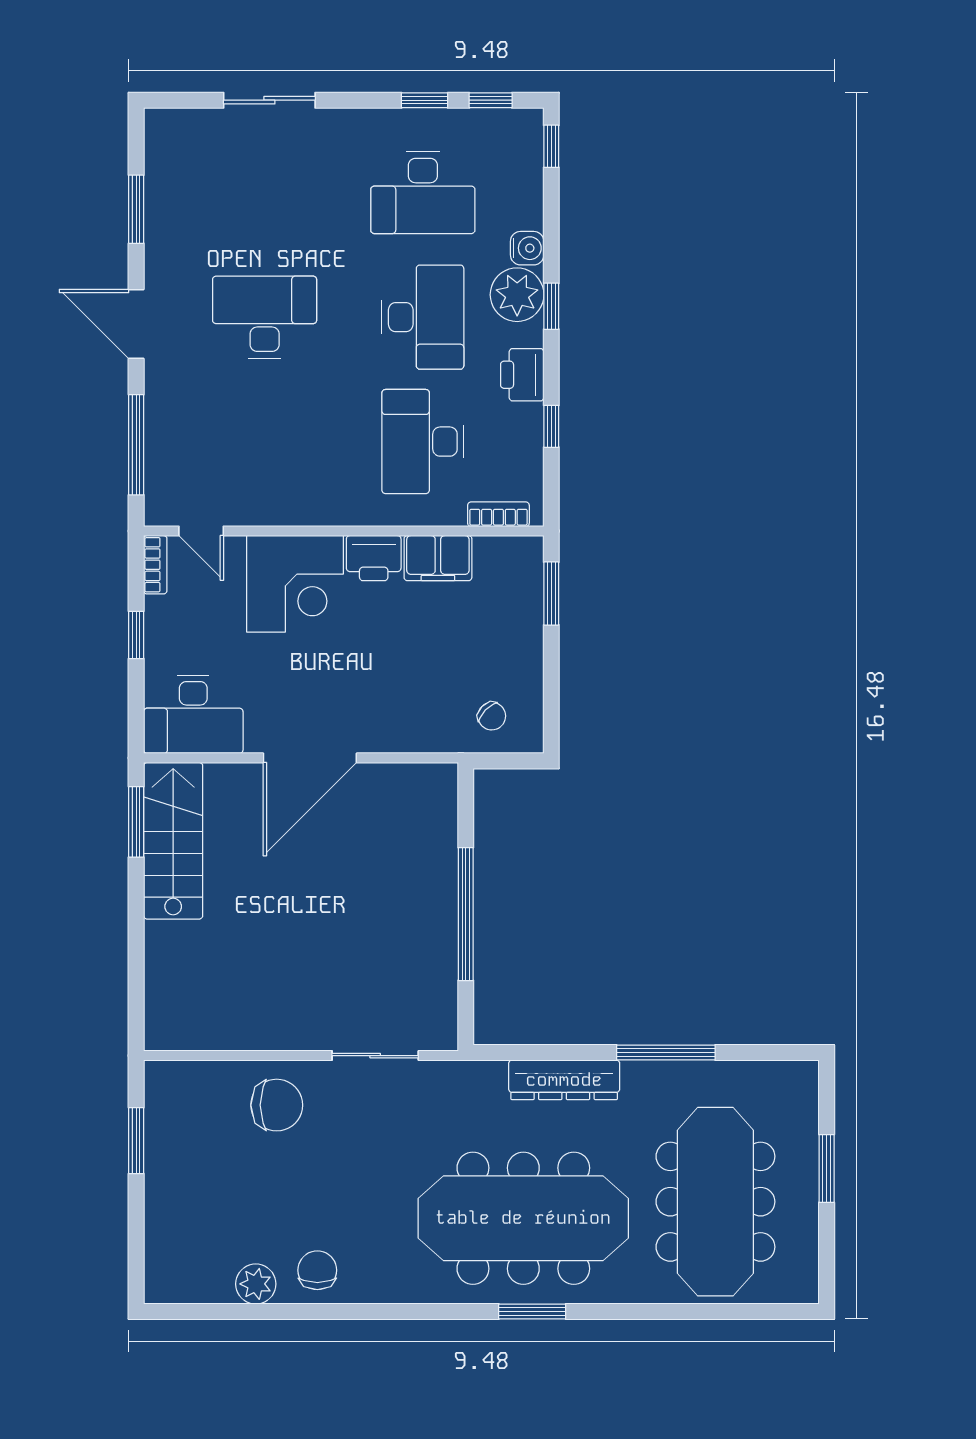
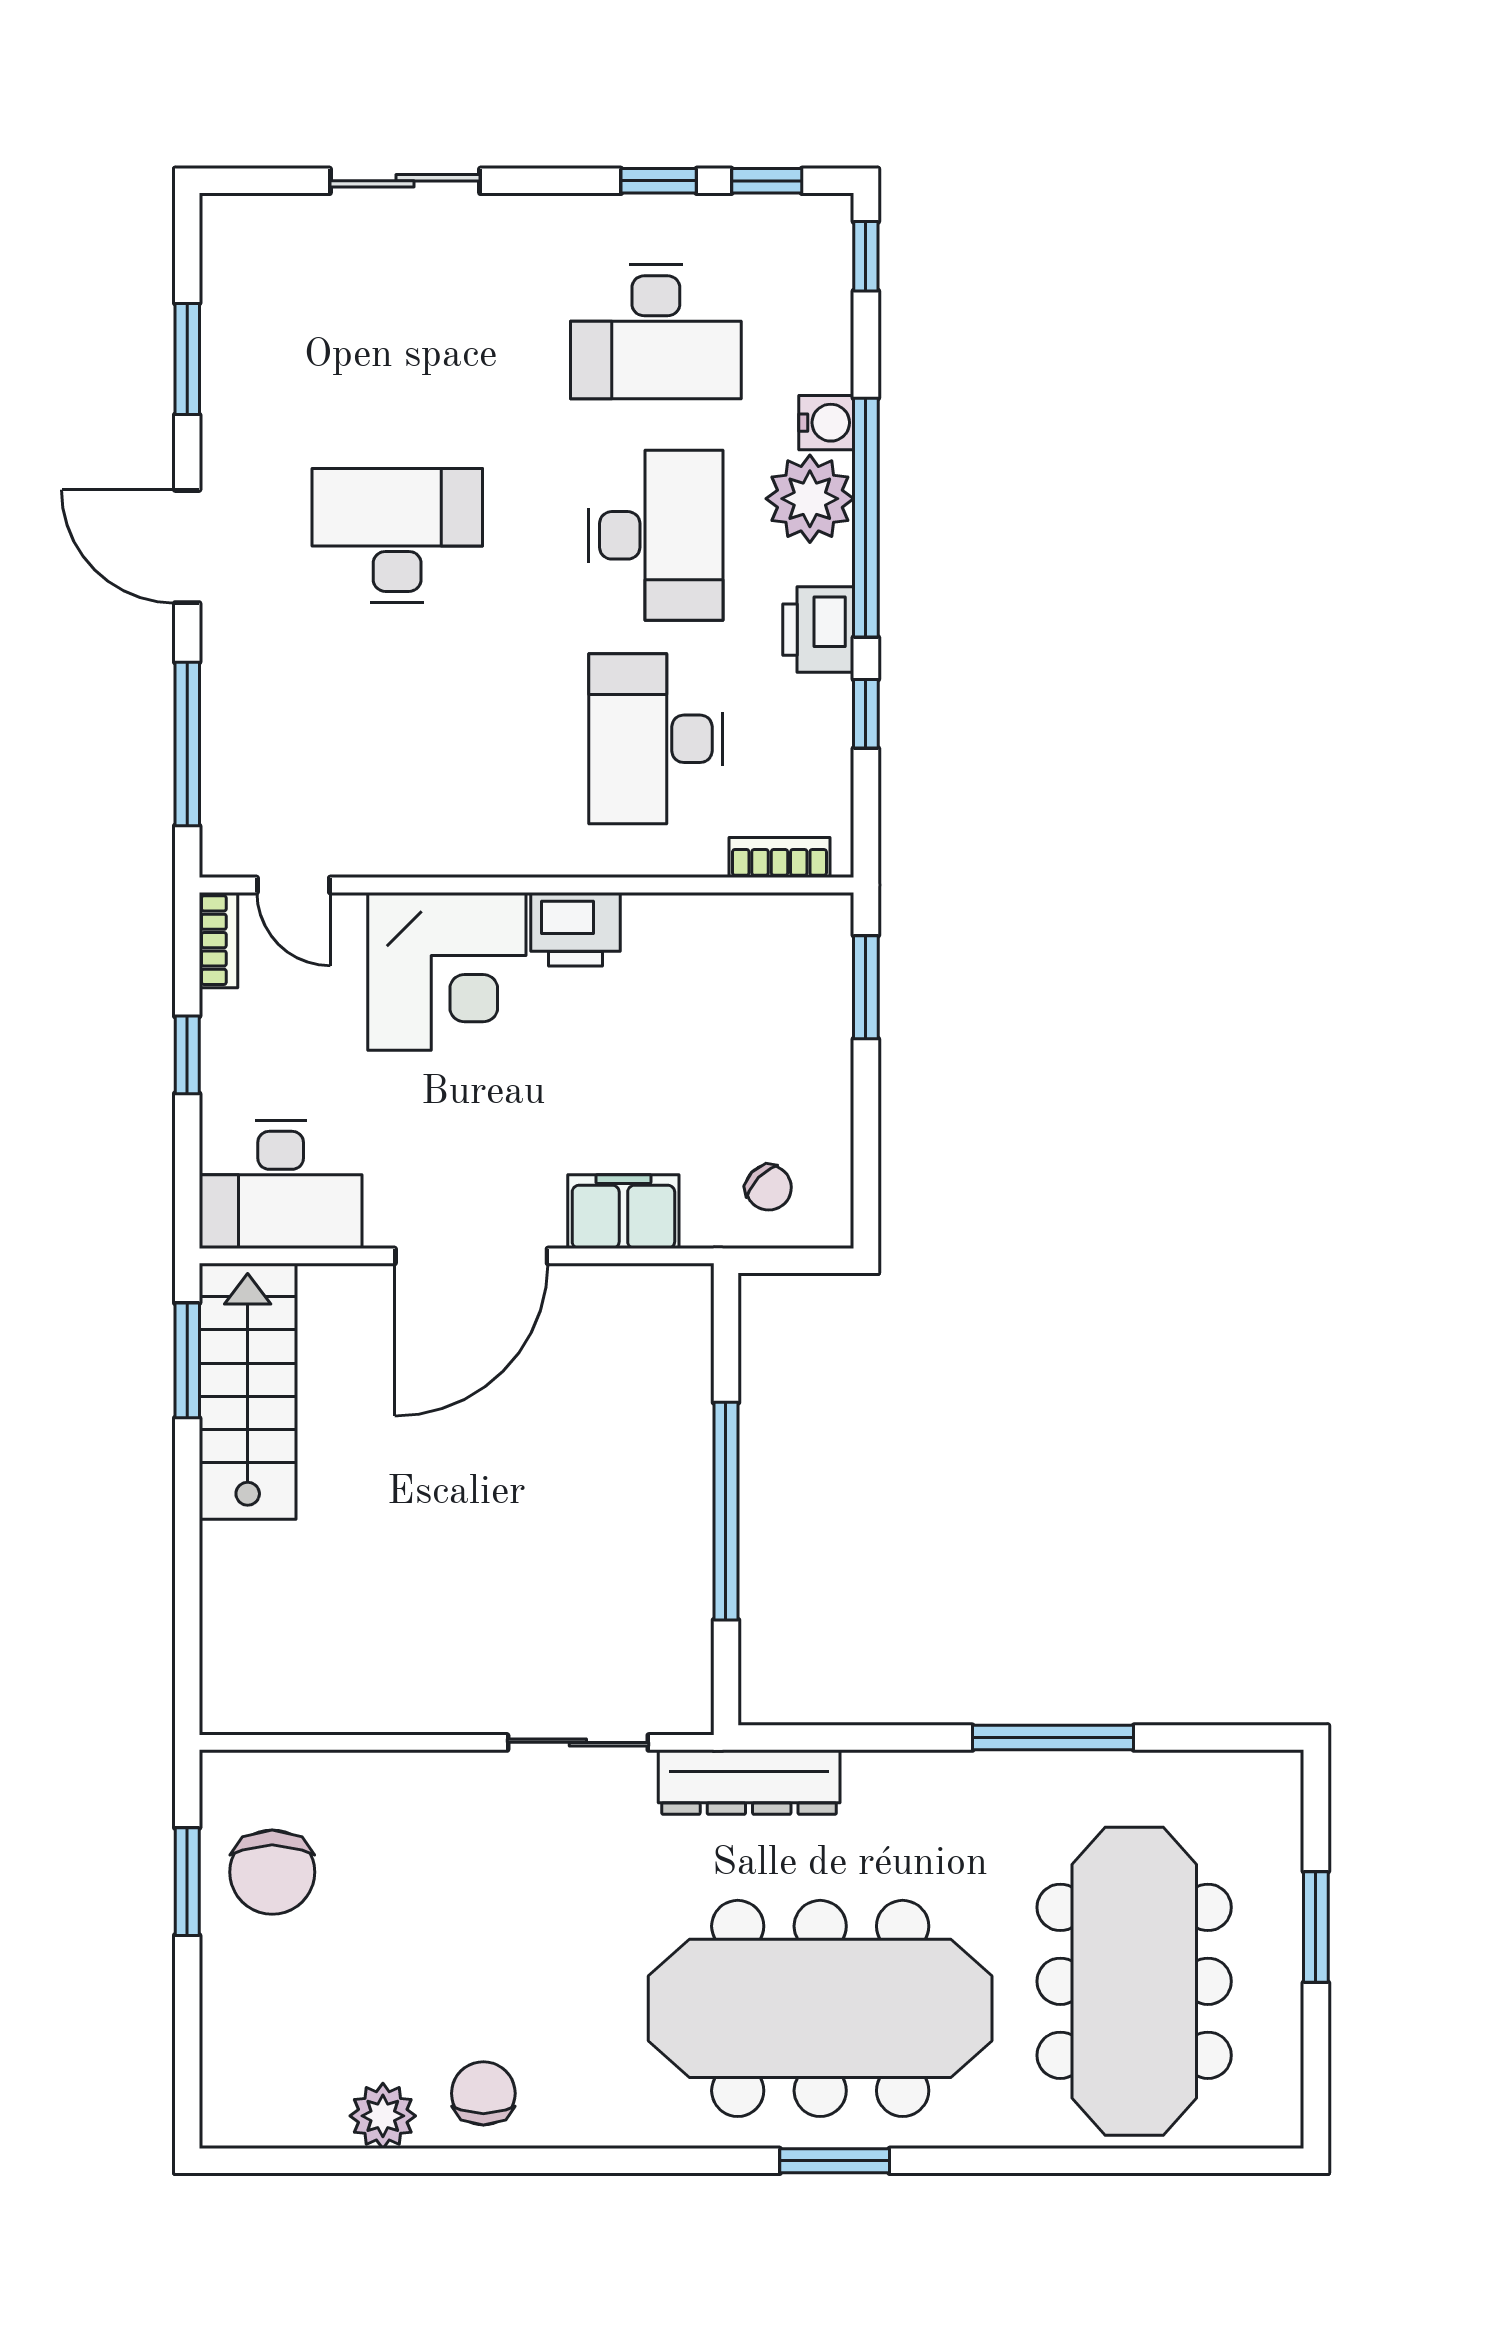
window: (551, 306) -> (866, 518), width x3.17
filing cabinet: (438, 558) -> (623, 1212), moved, turned 180
dresser: (564, 1080) -> (749, 1782), moved
chair: (277, 1105) -> (272, 1872), moved, turned 90

